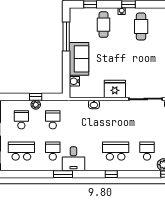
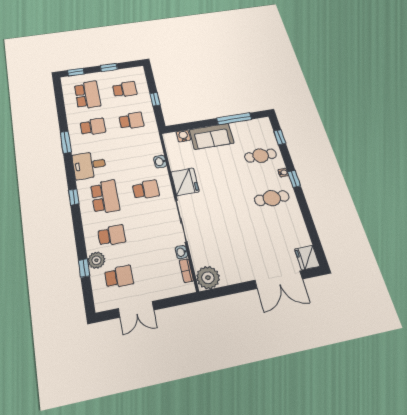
plant: (36, 105) -> (146, 101), removed
school desk: (116, 120) -> (146, 190), added
desk: (73, 159) -> (89, 165), moved

